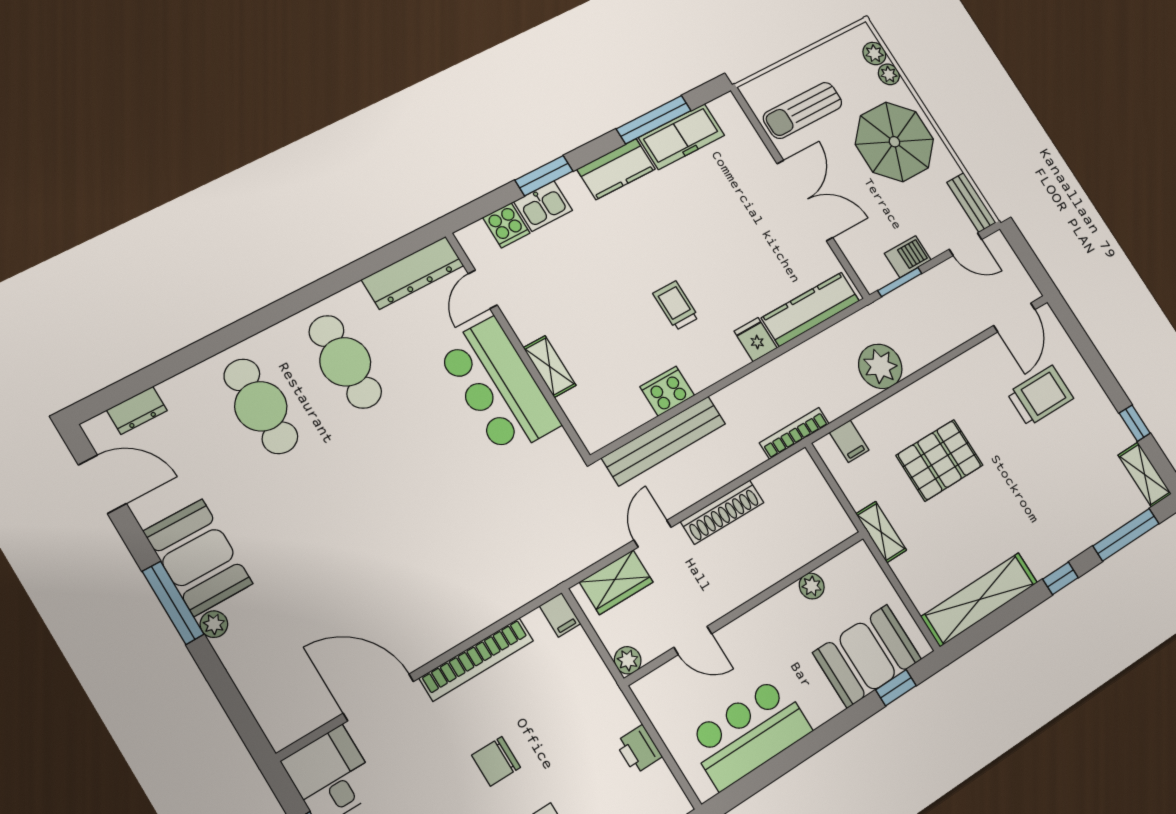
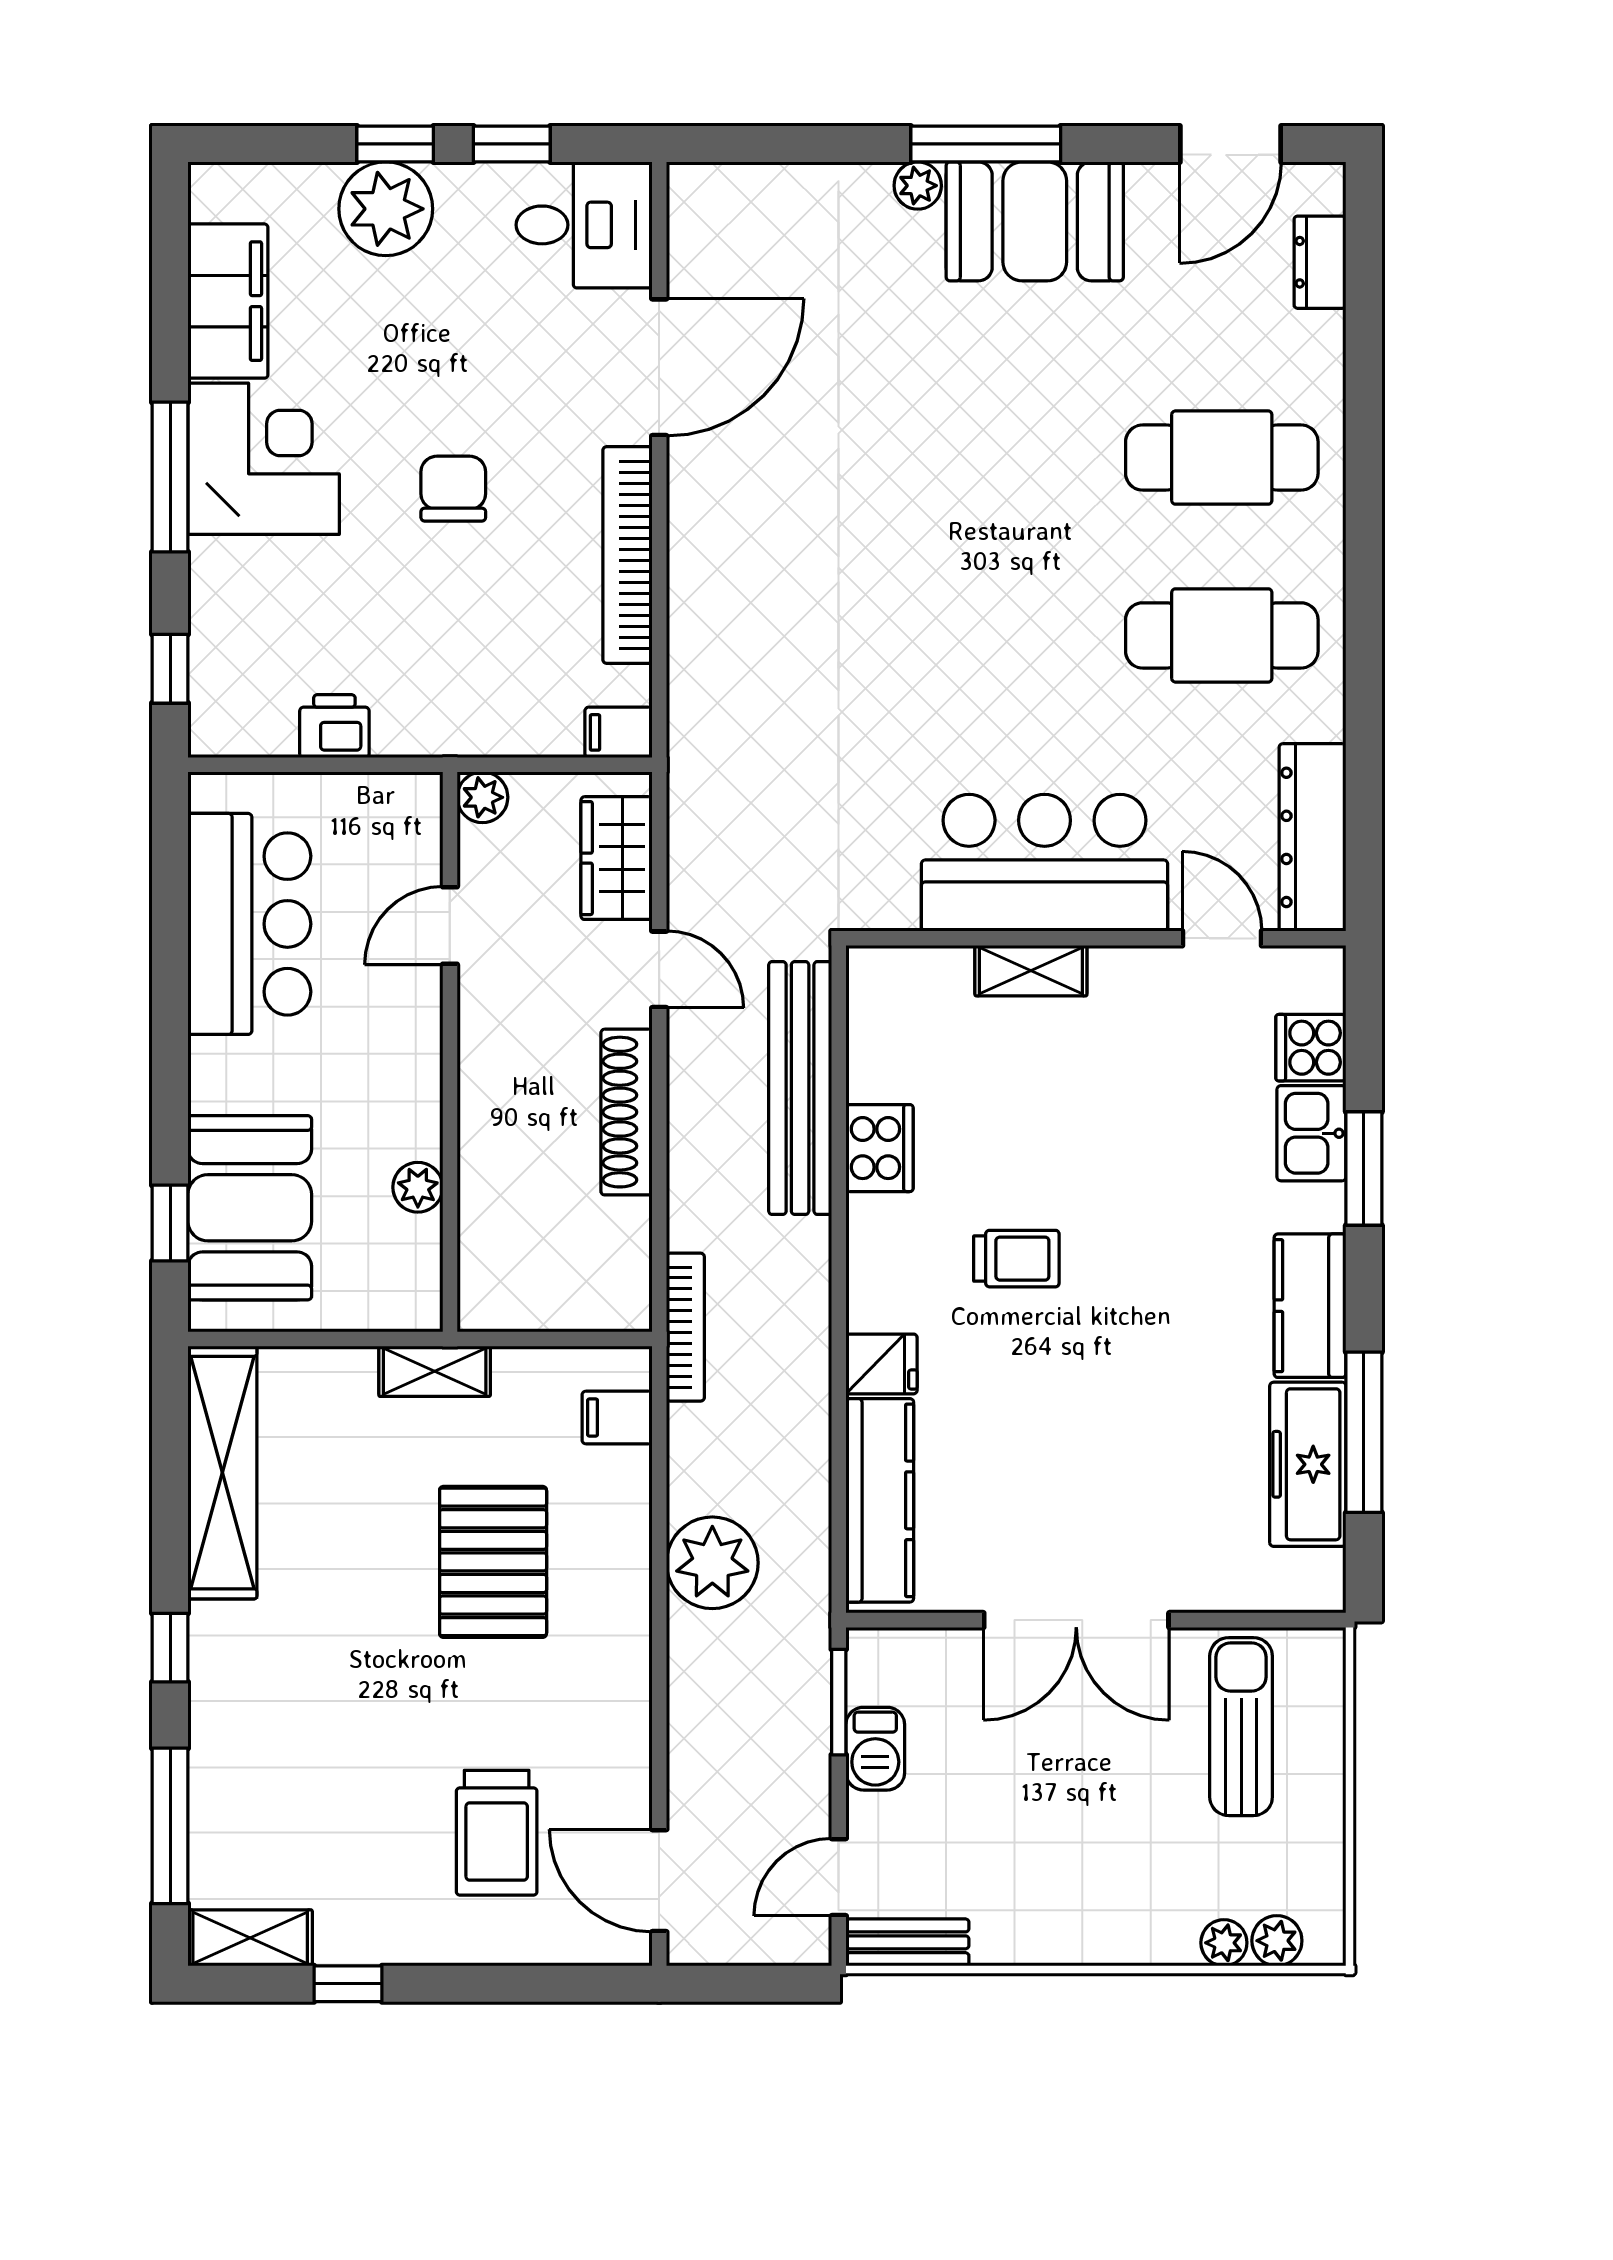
parasol: (894, 142) -> (1095, 1867), removed

